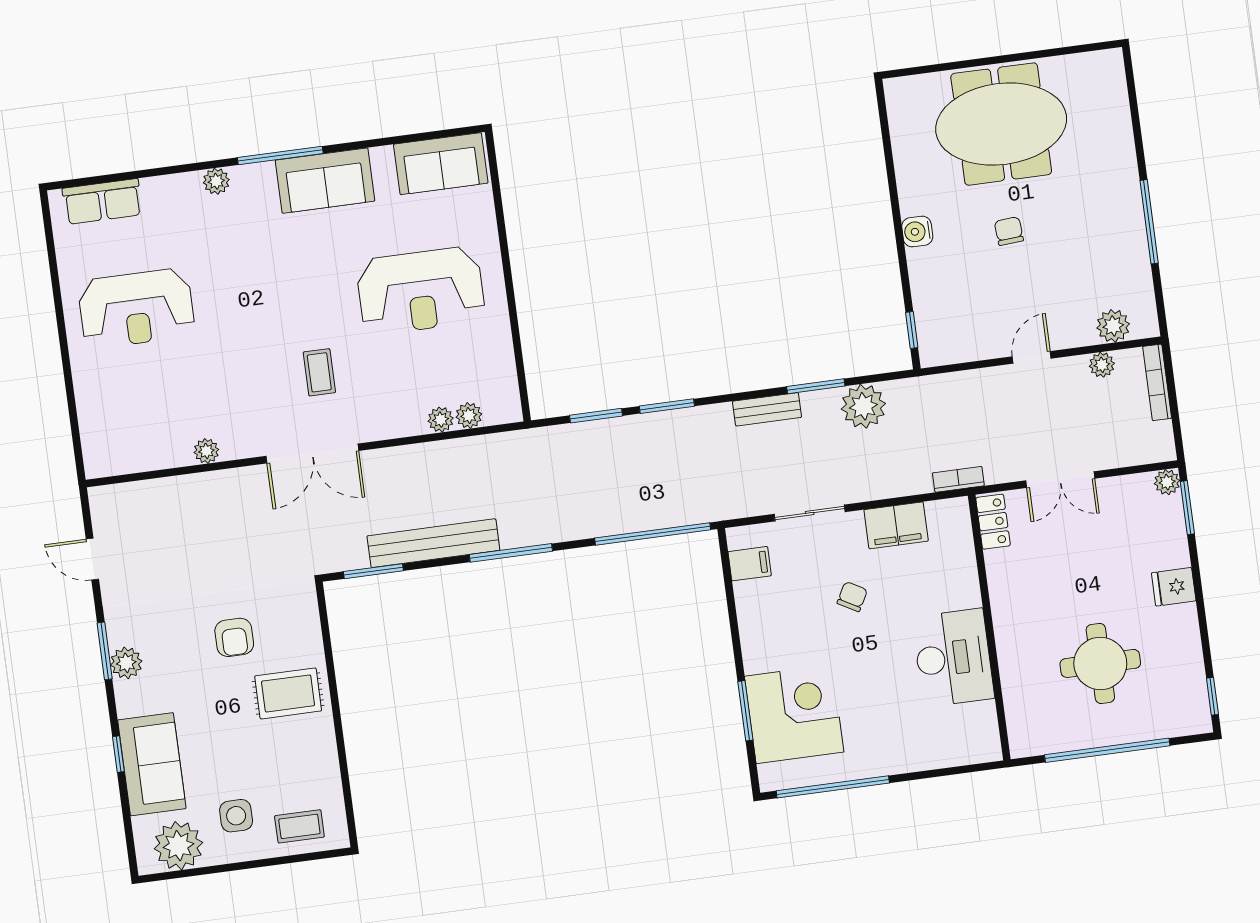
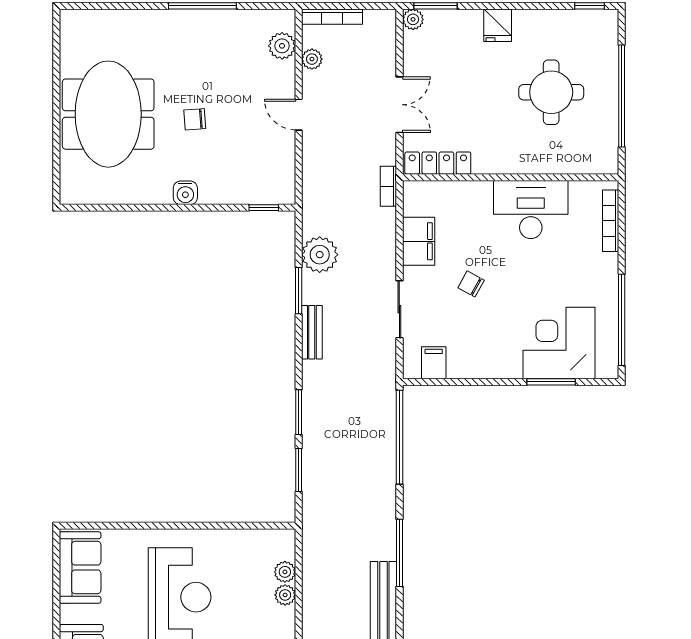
locker: (993, 522) -> (438, 163), width x1.53
bookcase: (952, 757) -> (611, 221), added

